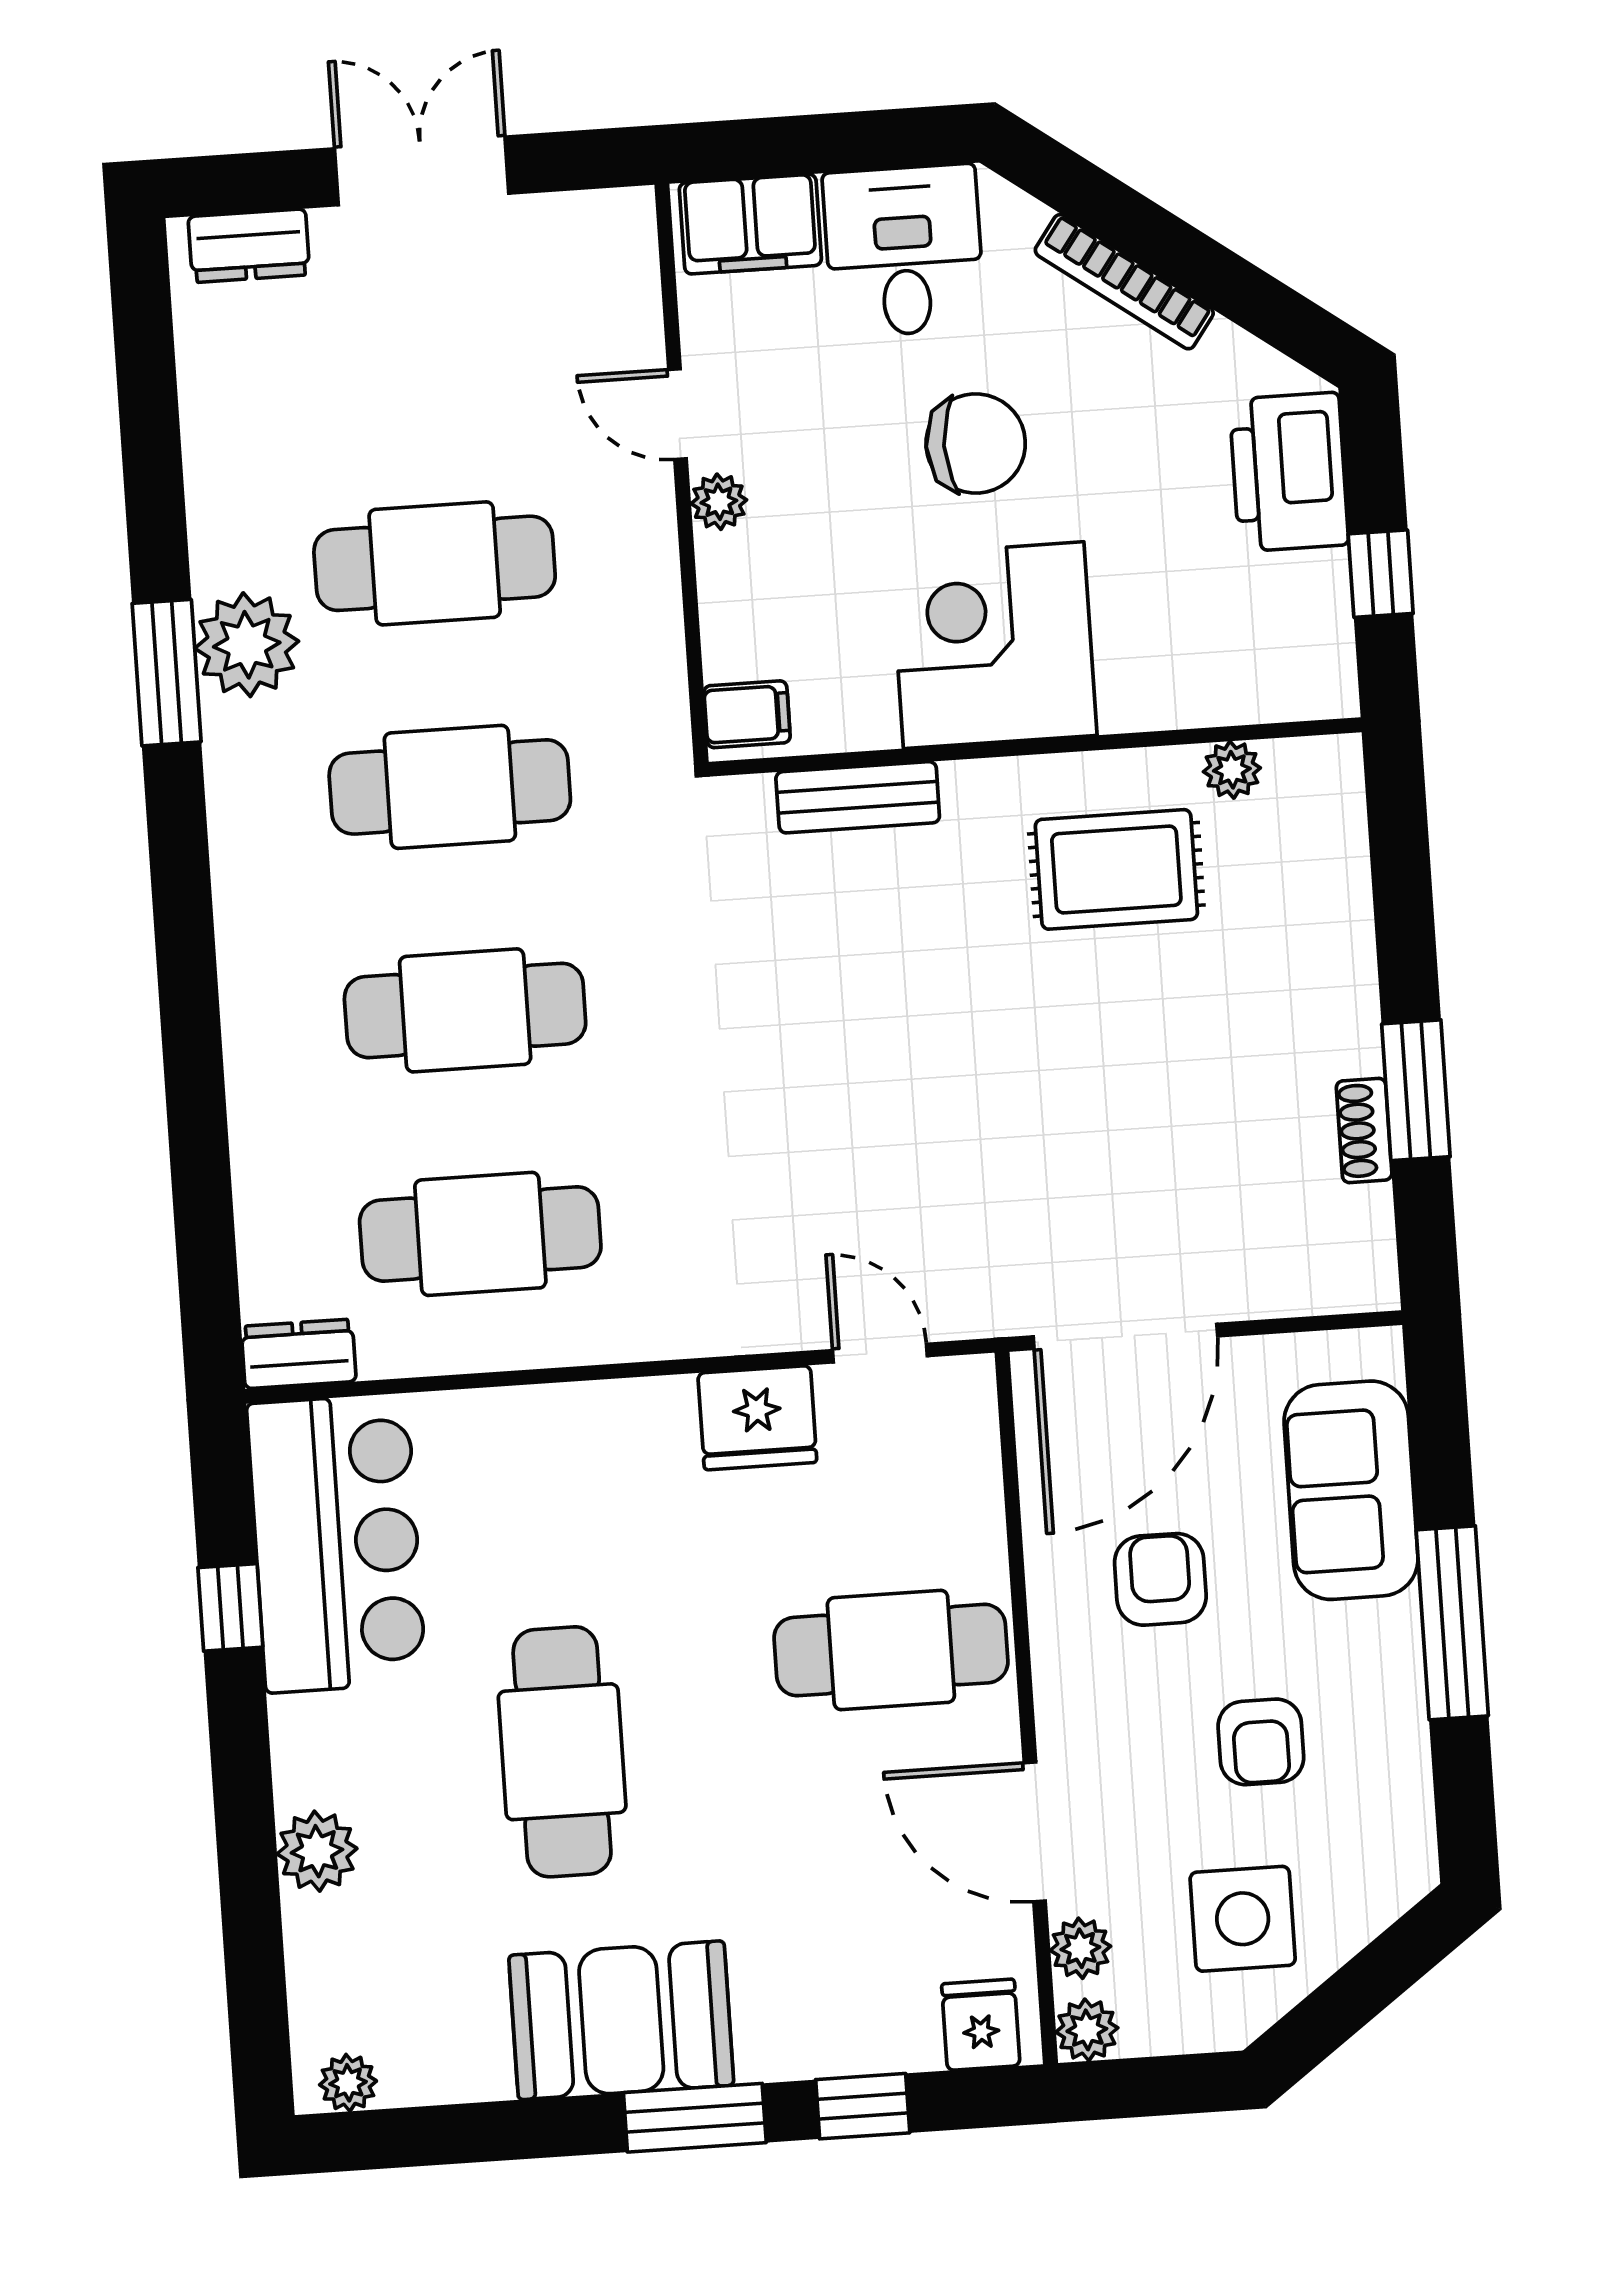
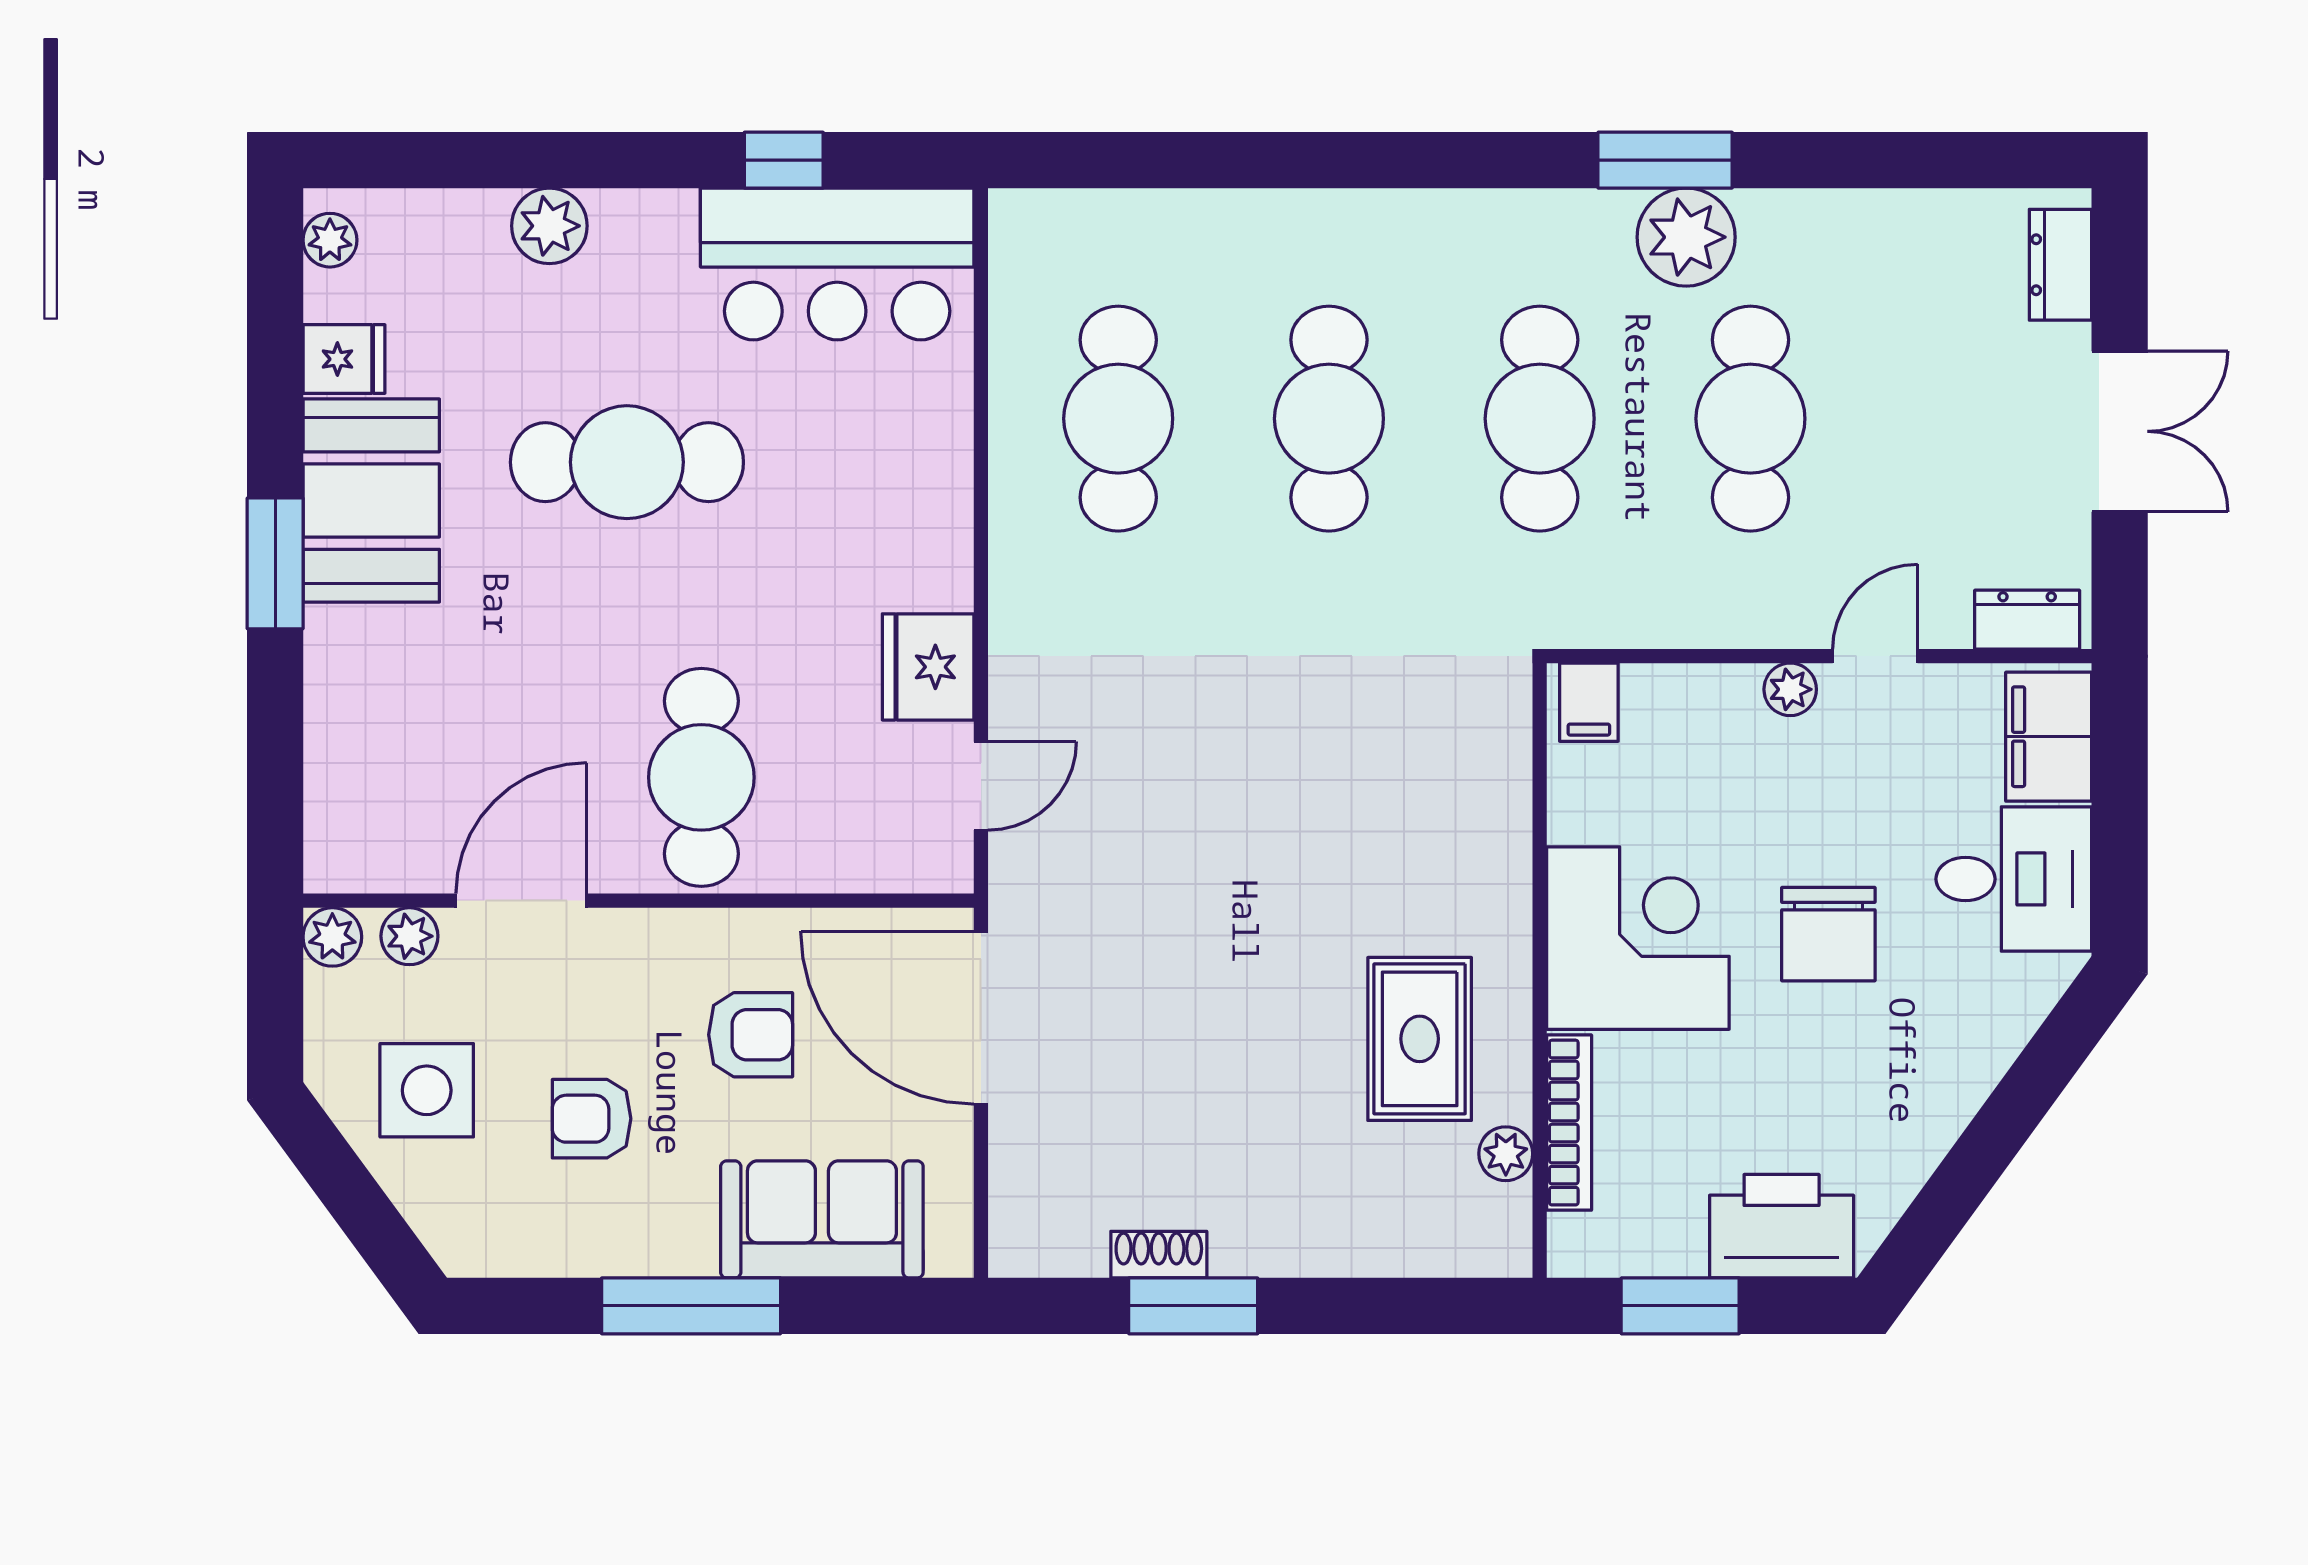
bookcase: (1124, 282) -> (1569, 1123), moved, turned 144
window: (1381, 574) -> (1680, 1306), width x1.50
bench: (858, 797) -> (1504, 801), removed
dresser: (299, 1354) -> (2027, 620), moved, turned -90
fridge: (981, 2025) -> (344, 359), moved
window: (863, 2106) -> (275, 722), removed

